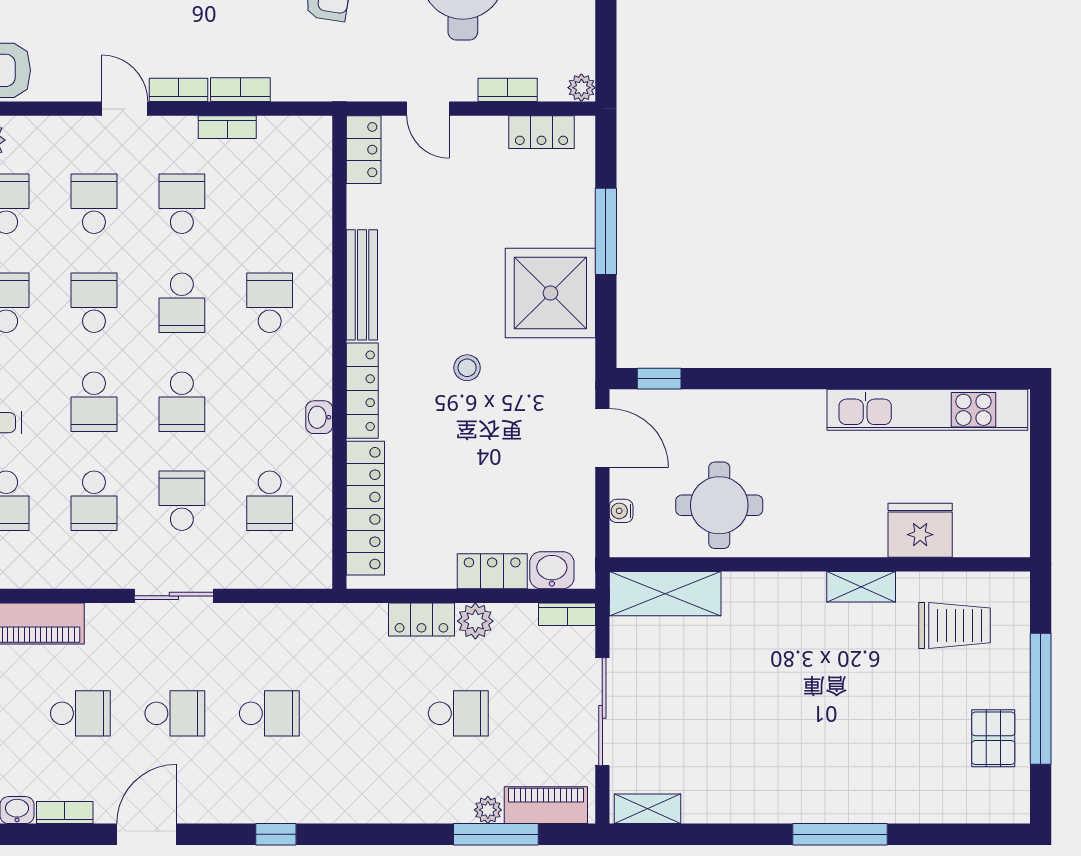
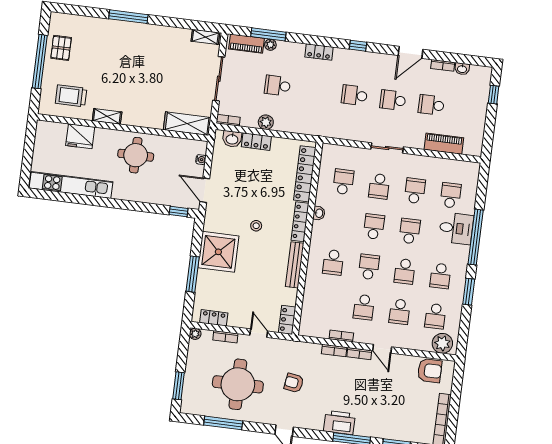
round table: (719, 505) -> (136, 155), moved
locker: (421, 620) -> (319, 52), moved, turned 180

